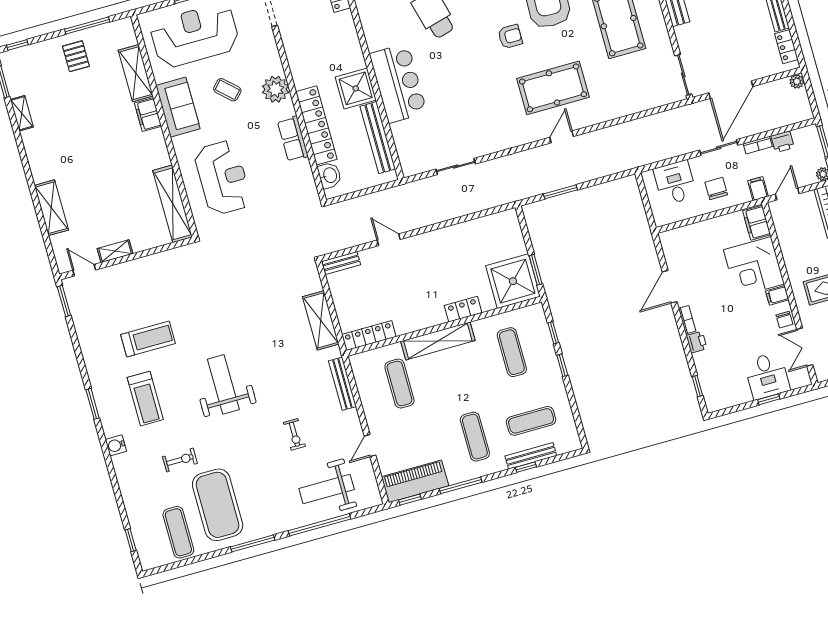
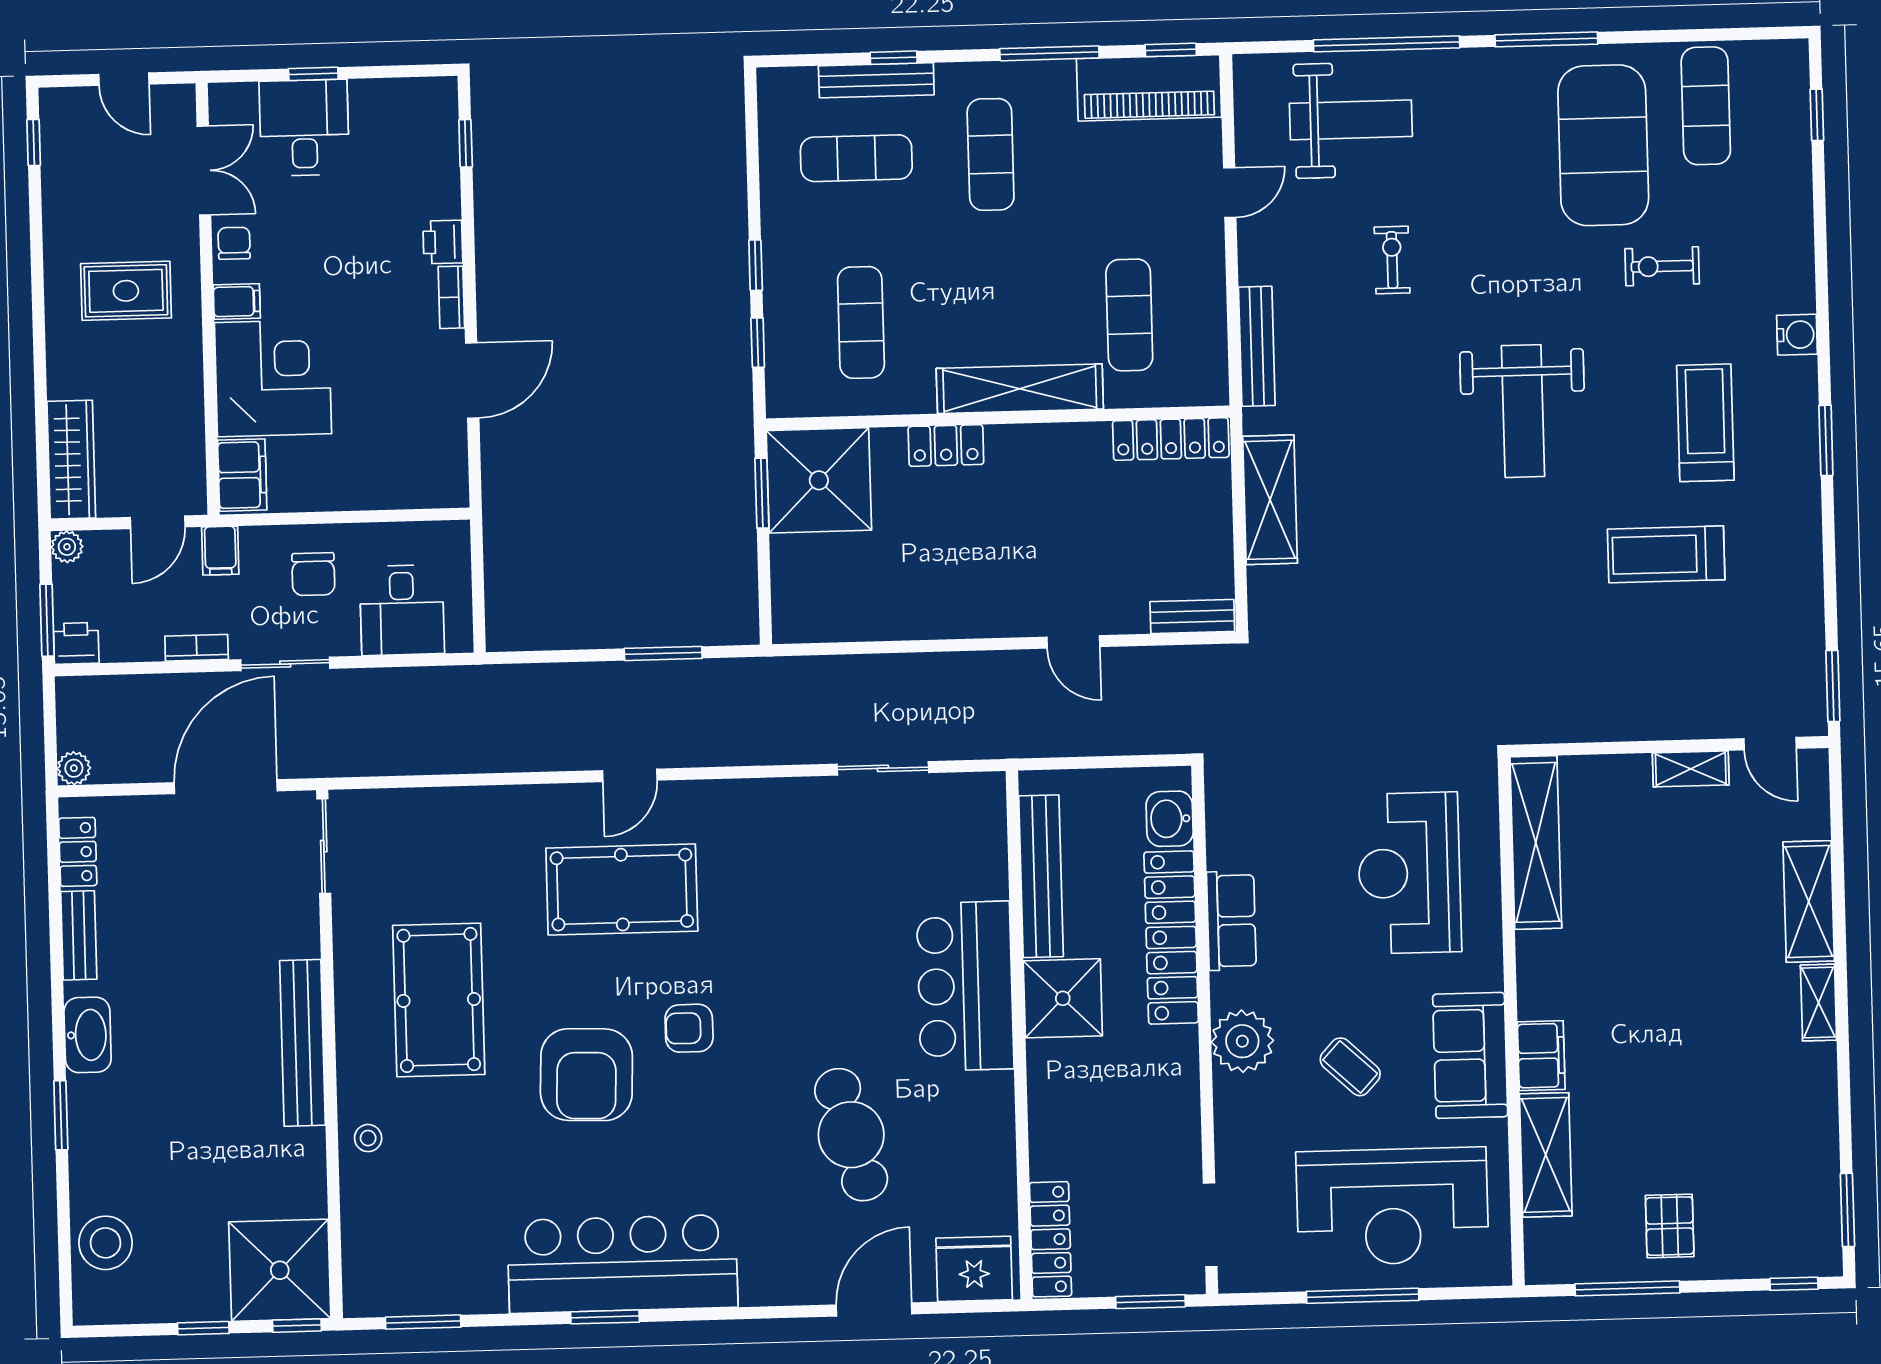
shelving: (22, 113) -> (1819, 1003), moved
printer: (783, 142) -> (76, 643), moved

